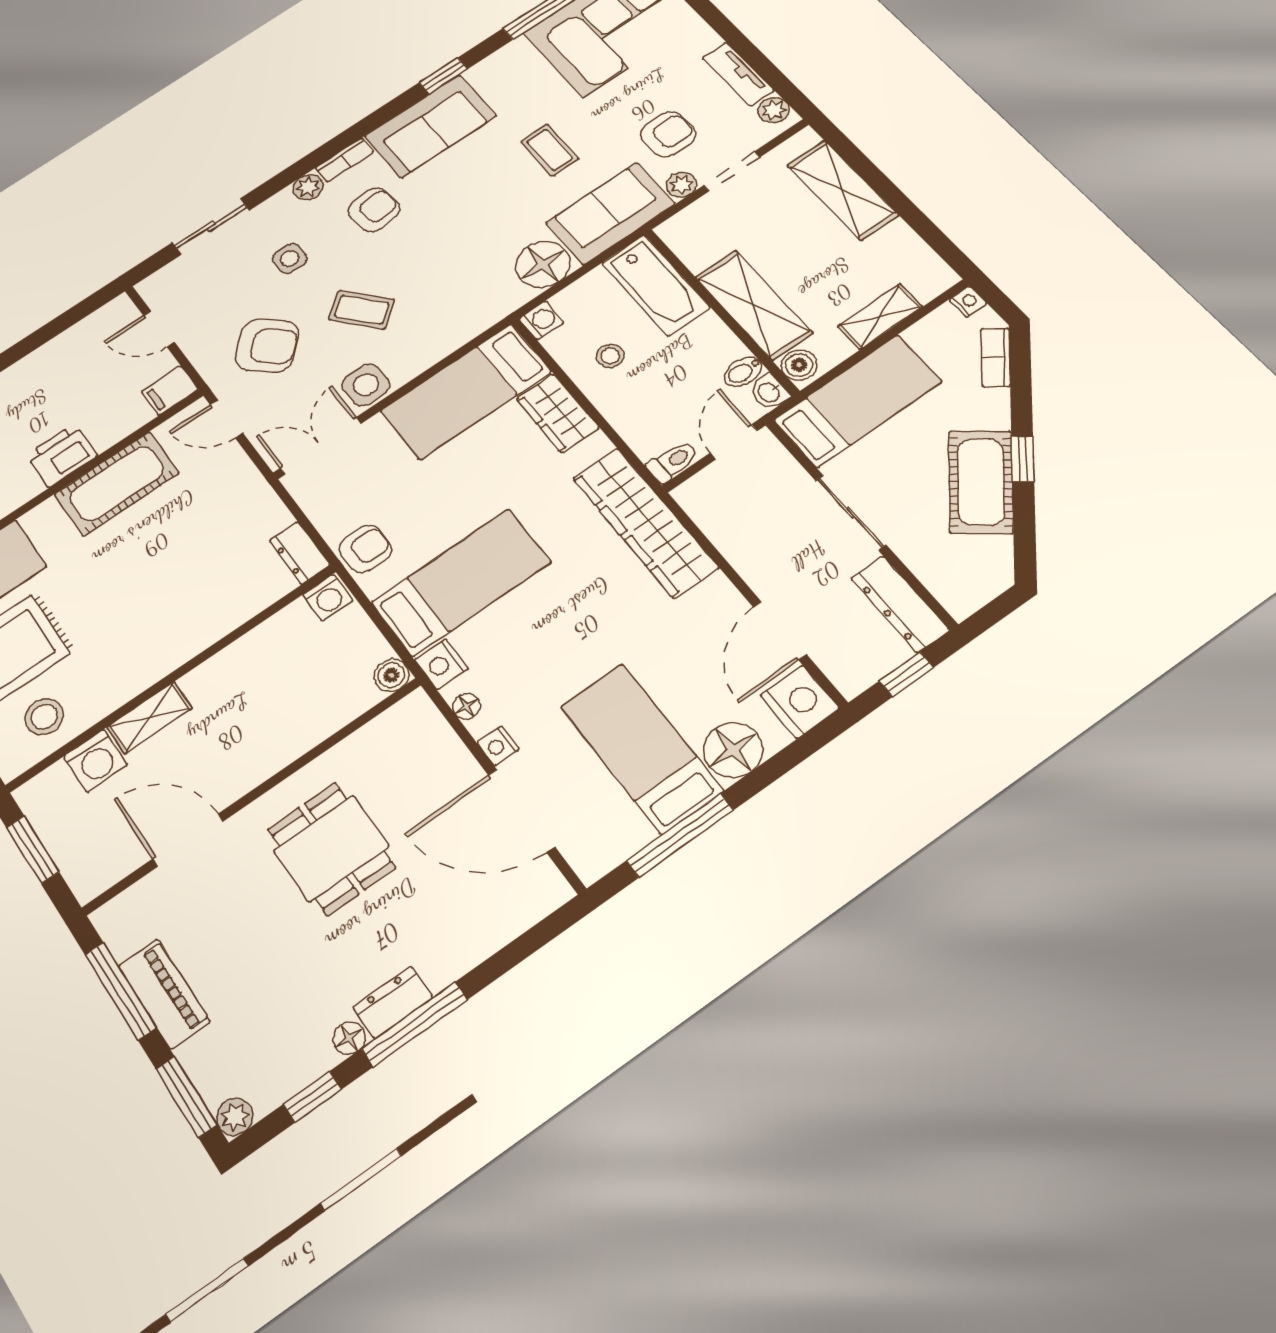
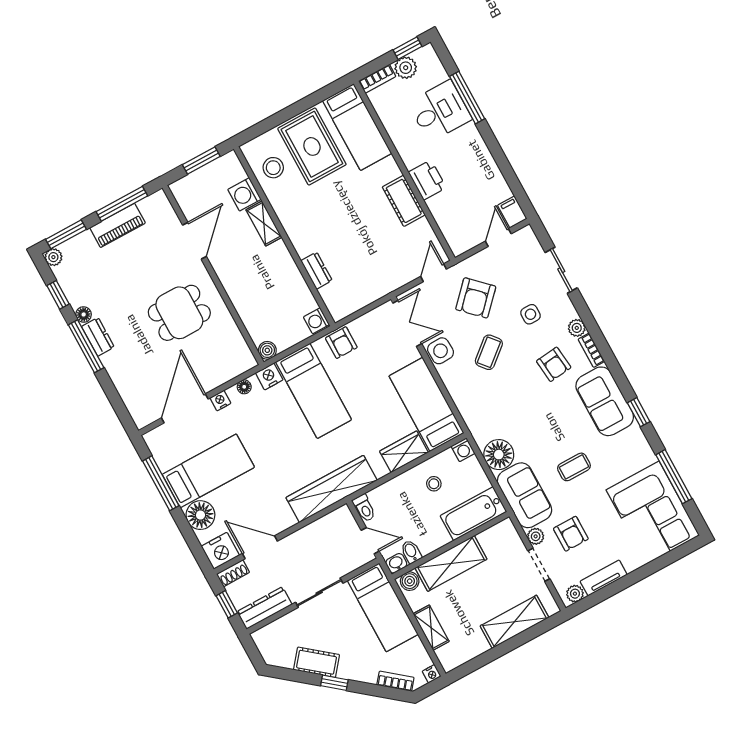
filing cabinet: (170, 390) -> (512, 212), moved
cot: (981, 482) -> (317, 662), width x0.73, depth x0.75
cot: (117, 484) -> (404, 201), width x0.73, depth x0.75
dresser: (300, 553) -> (317, 271), moved, turned 90
shoe rack: (841, 672) -> (233, 573), added

